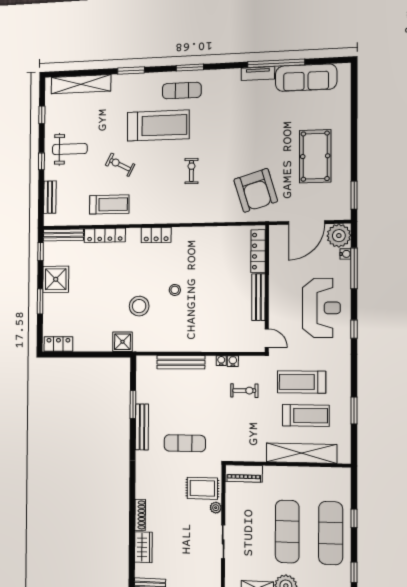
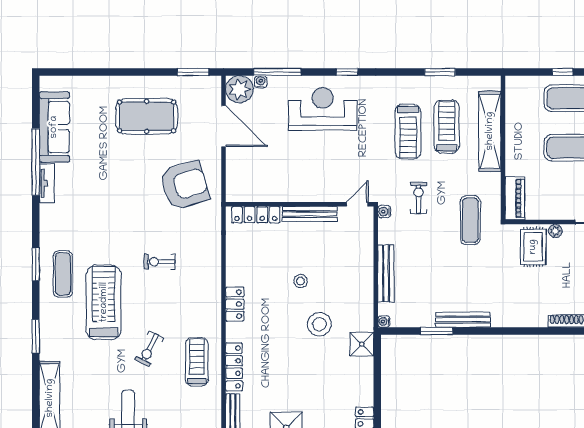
locker: (258, 251) -> (256, 215), moved
wall: (267, 288) -> (300, 204), moved
bench: (258, 297) -> (310, 214), moved
door: (267, 338) -> (357, 204), moved
water cooler: (221, 361) -> (384, 322), moved
exercise mat: (185, 443) -> (470, 220), moved

